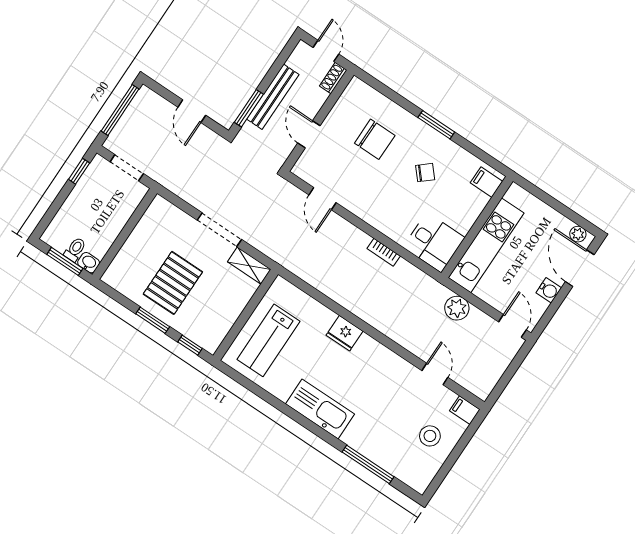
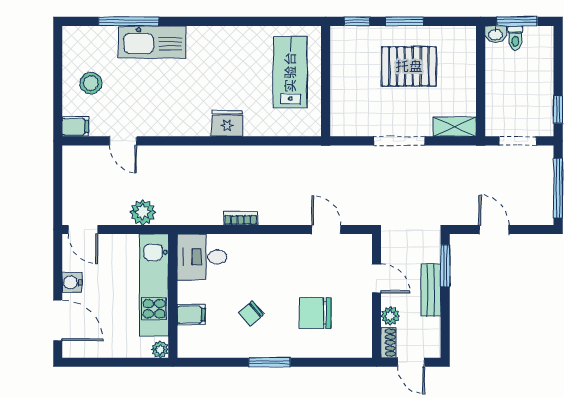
bench: (273, 97) -> (431, 290), width x0.73
plant: (318, 98) -> (390, 316), added
filing cabinet: (486, 182) -> (191, 315), moved
plant: (578, 234) -> (160, 349), moved
shelving: (249, 266) -> (455, 127), moved
pallet: (173, 283) -> (409, 66), turned 90
kitchen sink: (320, 409) -> (152, 42), moved

